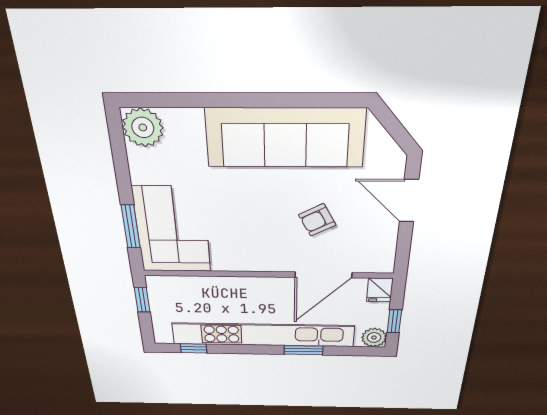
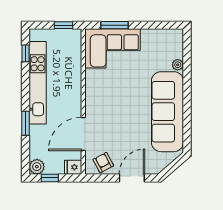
plant: (143, 127) -> (178, 65), moved, width x0.53, depth x0.53
armchair: (317, 220) -> (103, 163), moved
door: (323, 275) -> (83, 134), hinge flipped
kitchen unit: (263, 335) -> (38, 83), width x0.73

